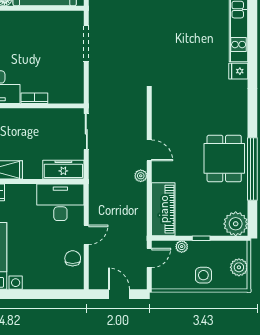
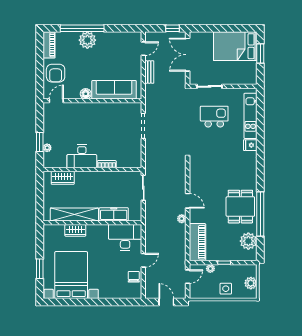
kitchen island: (187, 31) -> (214, 117), added
freezer: (63, 170) -> (114, 214), moved
plant: (236, 224) -> (248, 241), moved

